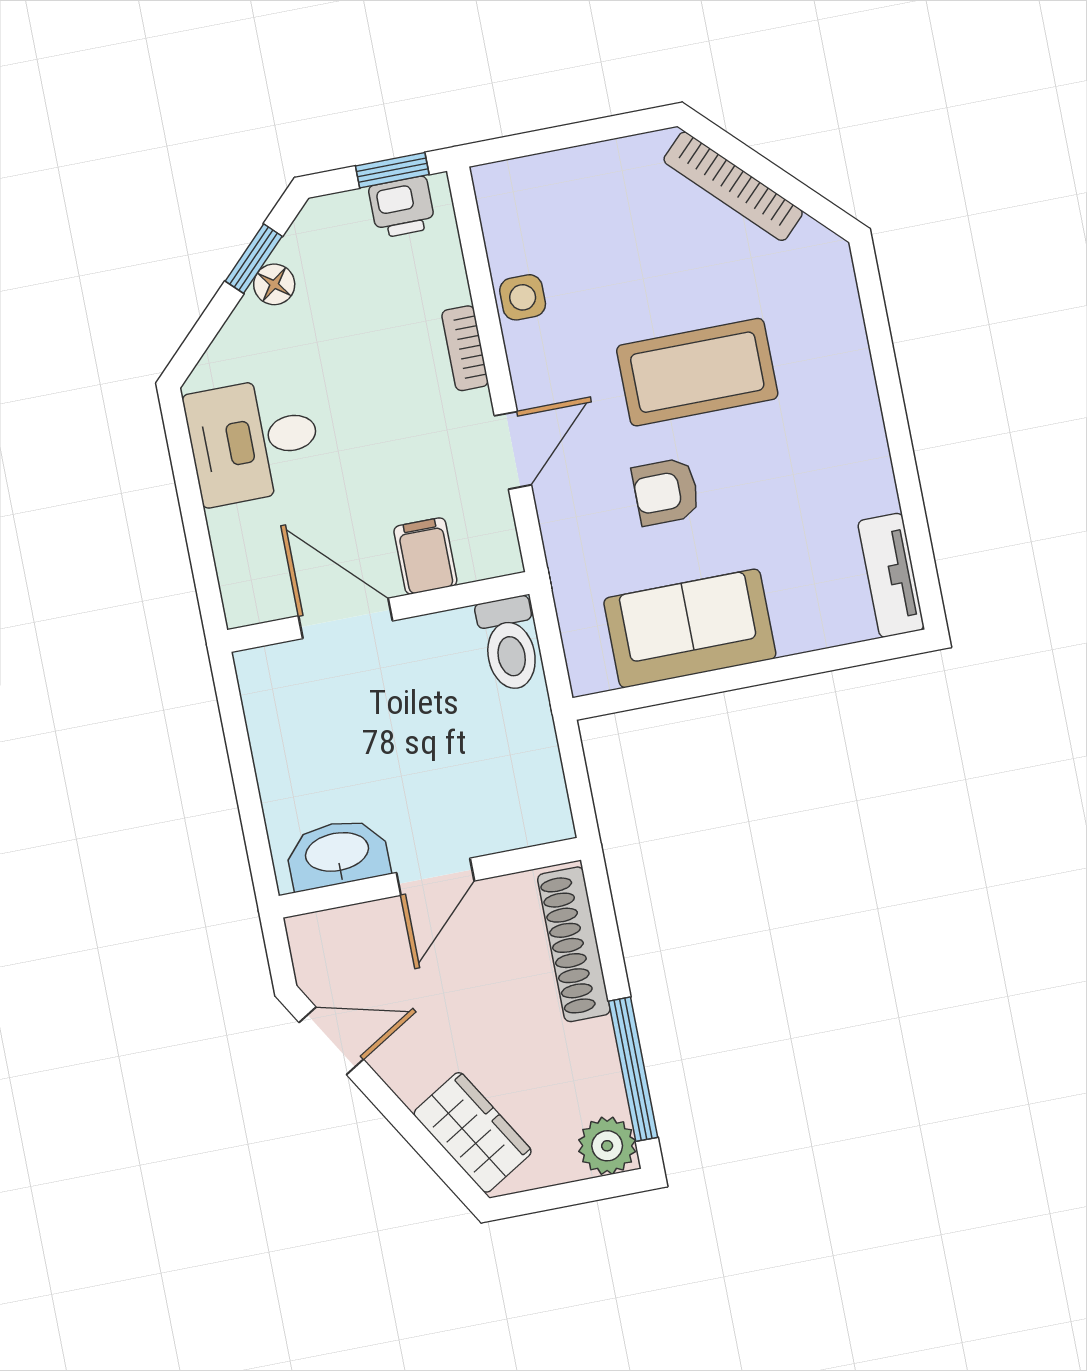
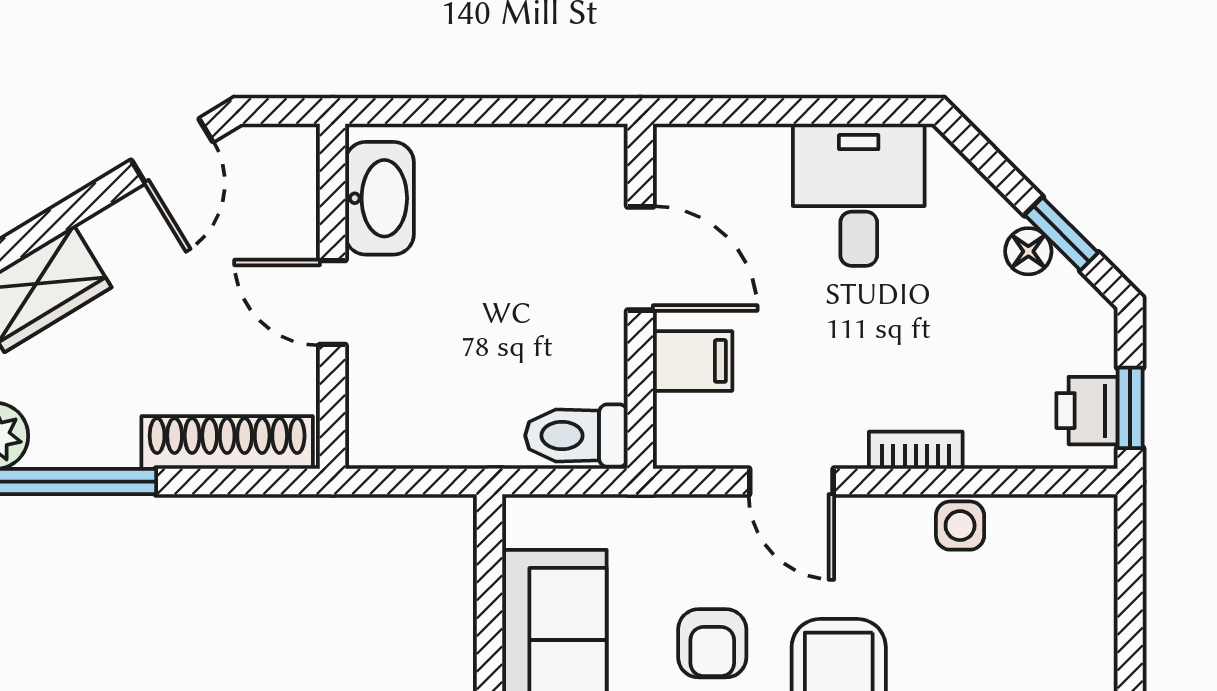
armchair: (666, 492) -> (712, 643), turned 180
door: (346, 618) -> (640, 258), hinge flipped

